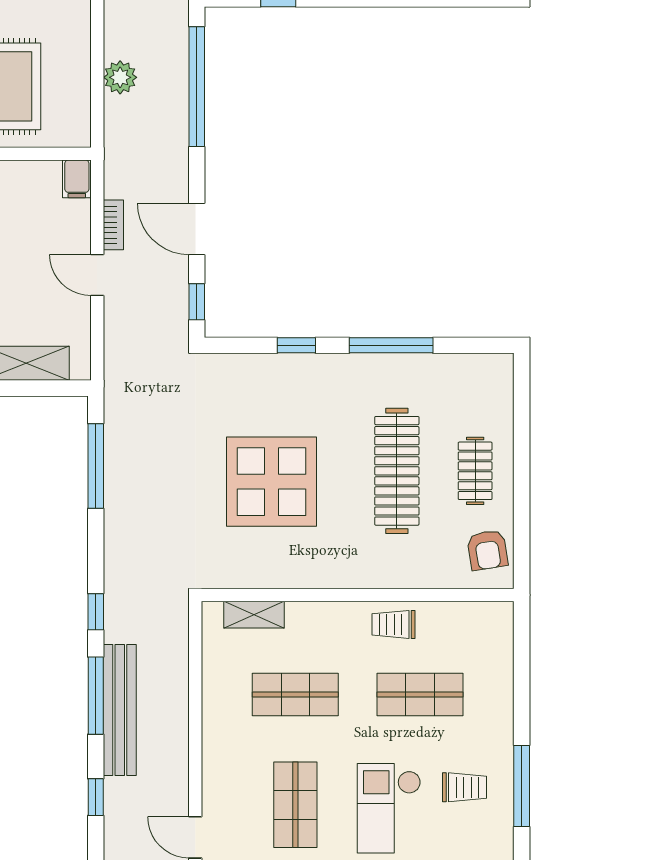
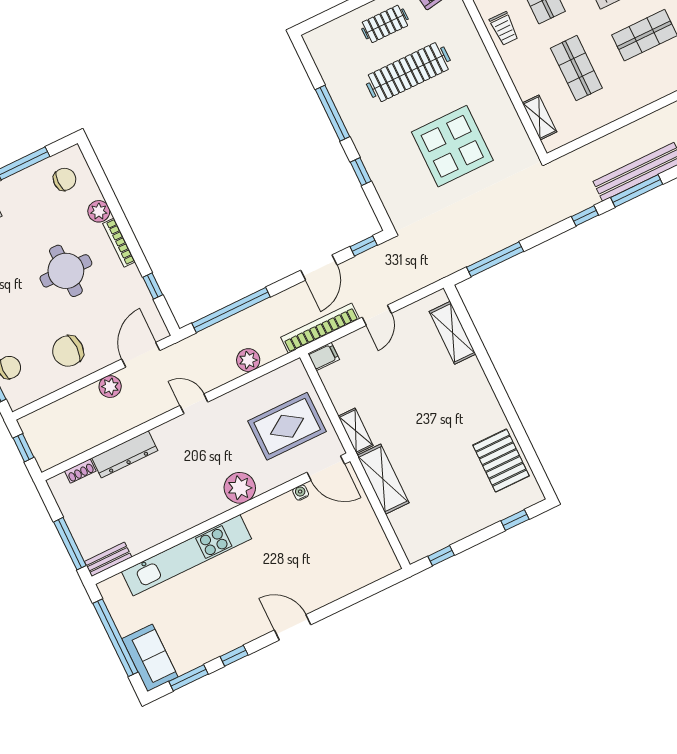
bookcase: (113, 225) -> (320, 328), width x2.31, depth x1.31

